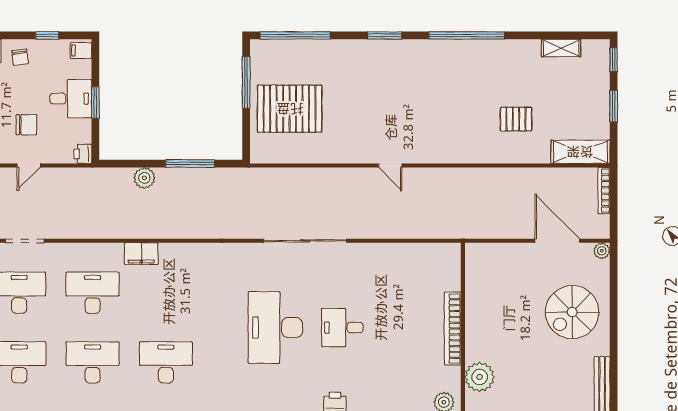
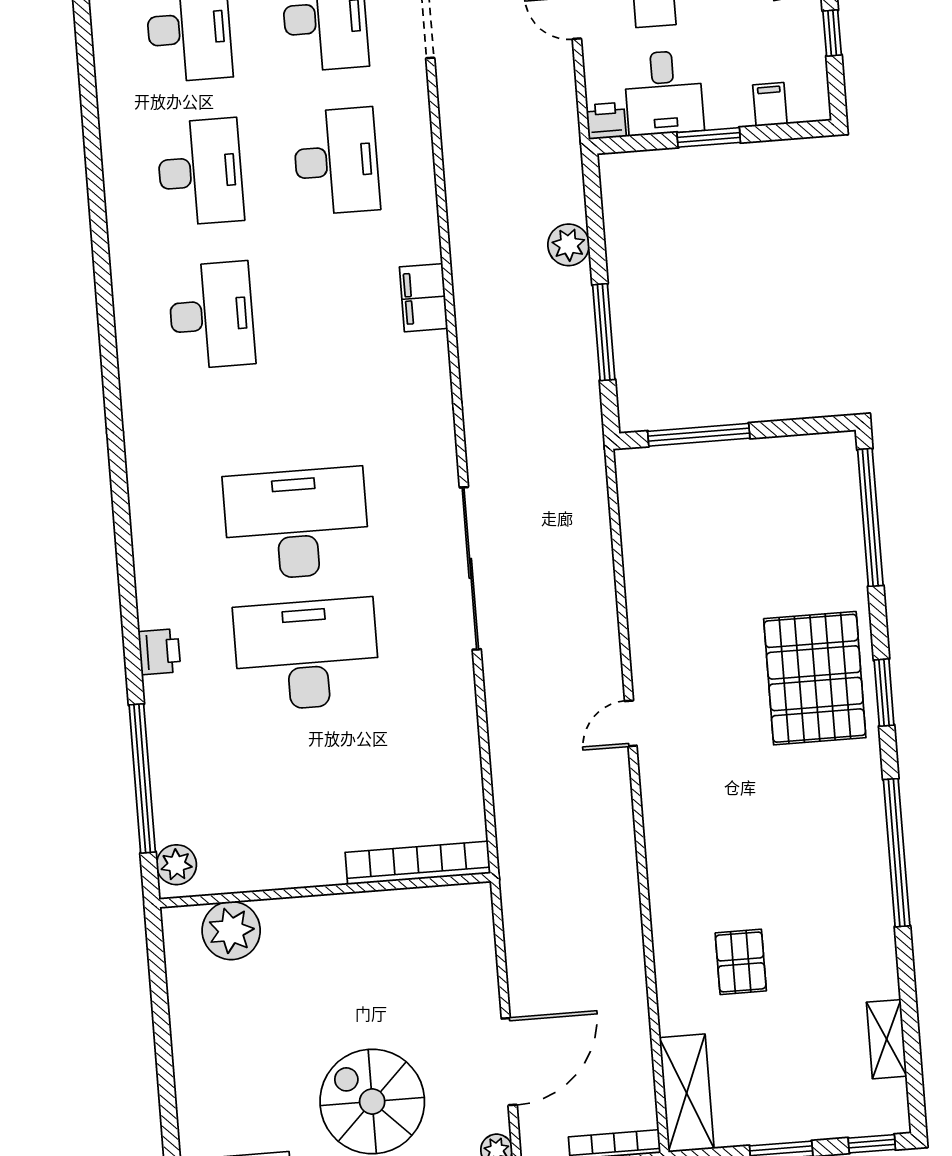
filing cabinet: (81, 51) -> (770, 104), moved
window: (246, 83) -> (699, 435), moved
desk: (71, 99) -> (664, 93), moved
pallet: (290, 109) -> (815, 678), moved
filing cabinet: (141, 254) -> (424, 298), moved
desk: (342, 328) -> (307, 655), width x1.87, depth x1.30
bookcase: (453, 329) -> (418, 863), moved

